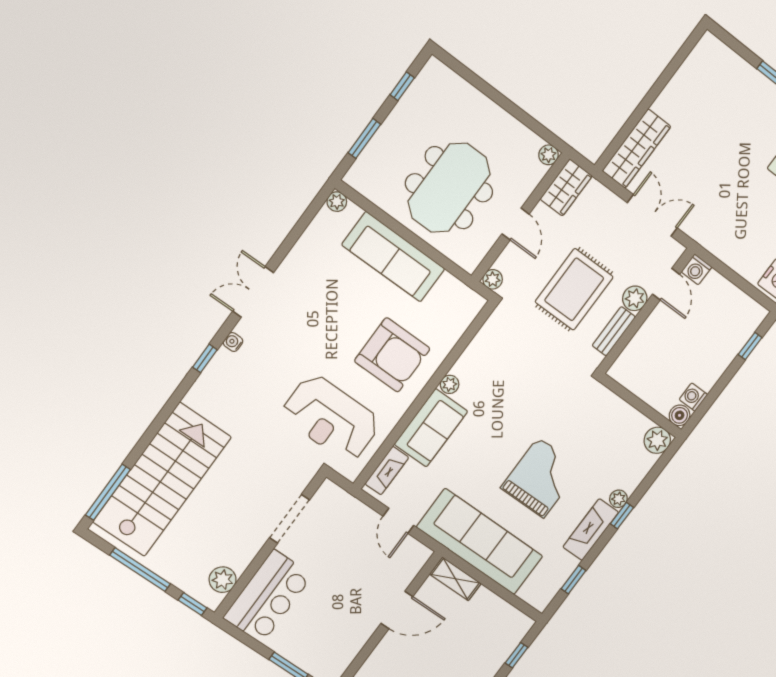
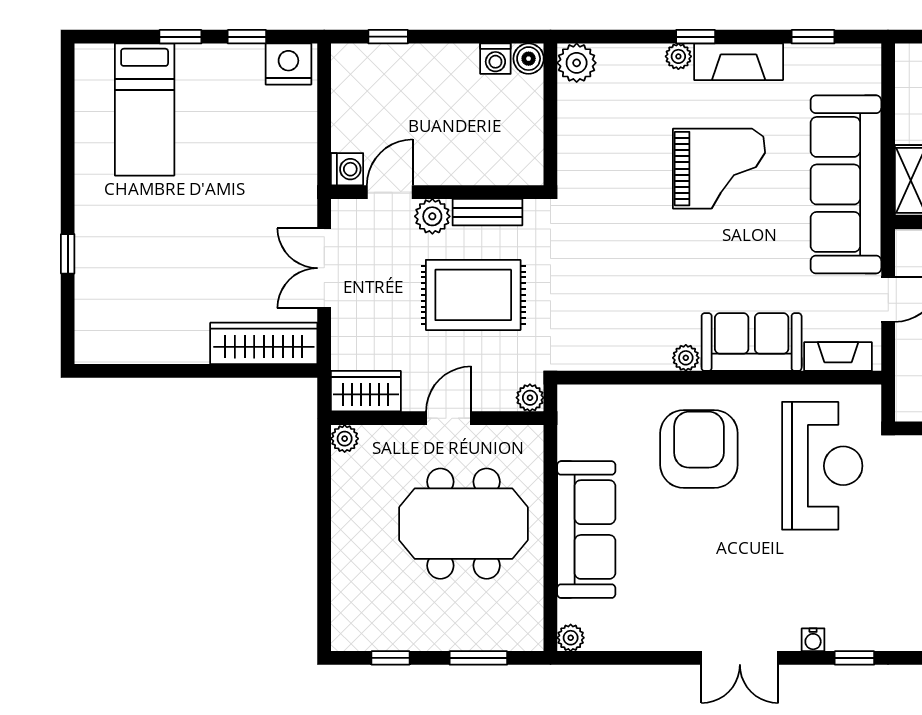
grand piano: (541, 478) -> (719, 169), turned 180

